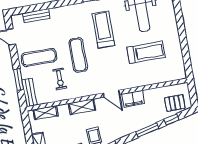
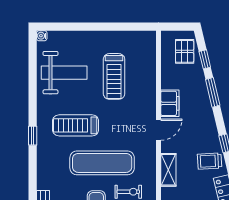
treadmill: (146, 52) -> (114, 76), turned 180
exercise mat: (78, 55) -> (102, 163), width x1.36, depth x1.45

